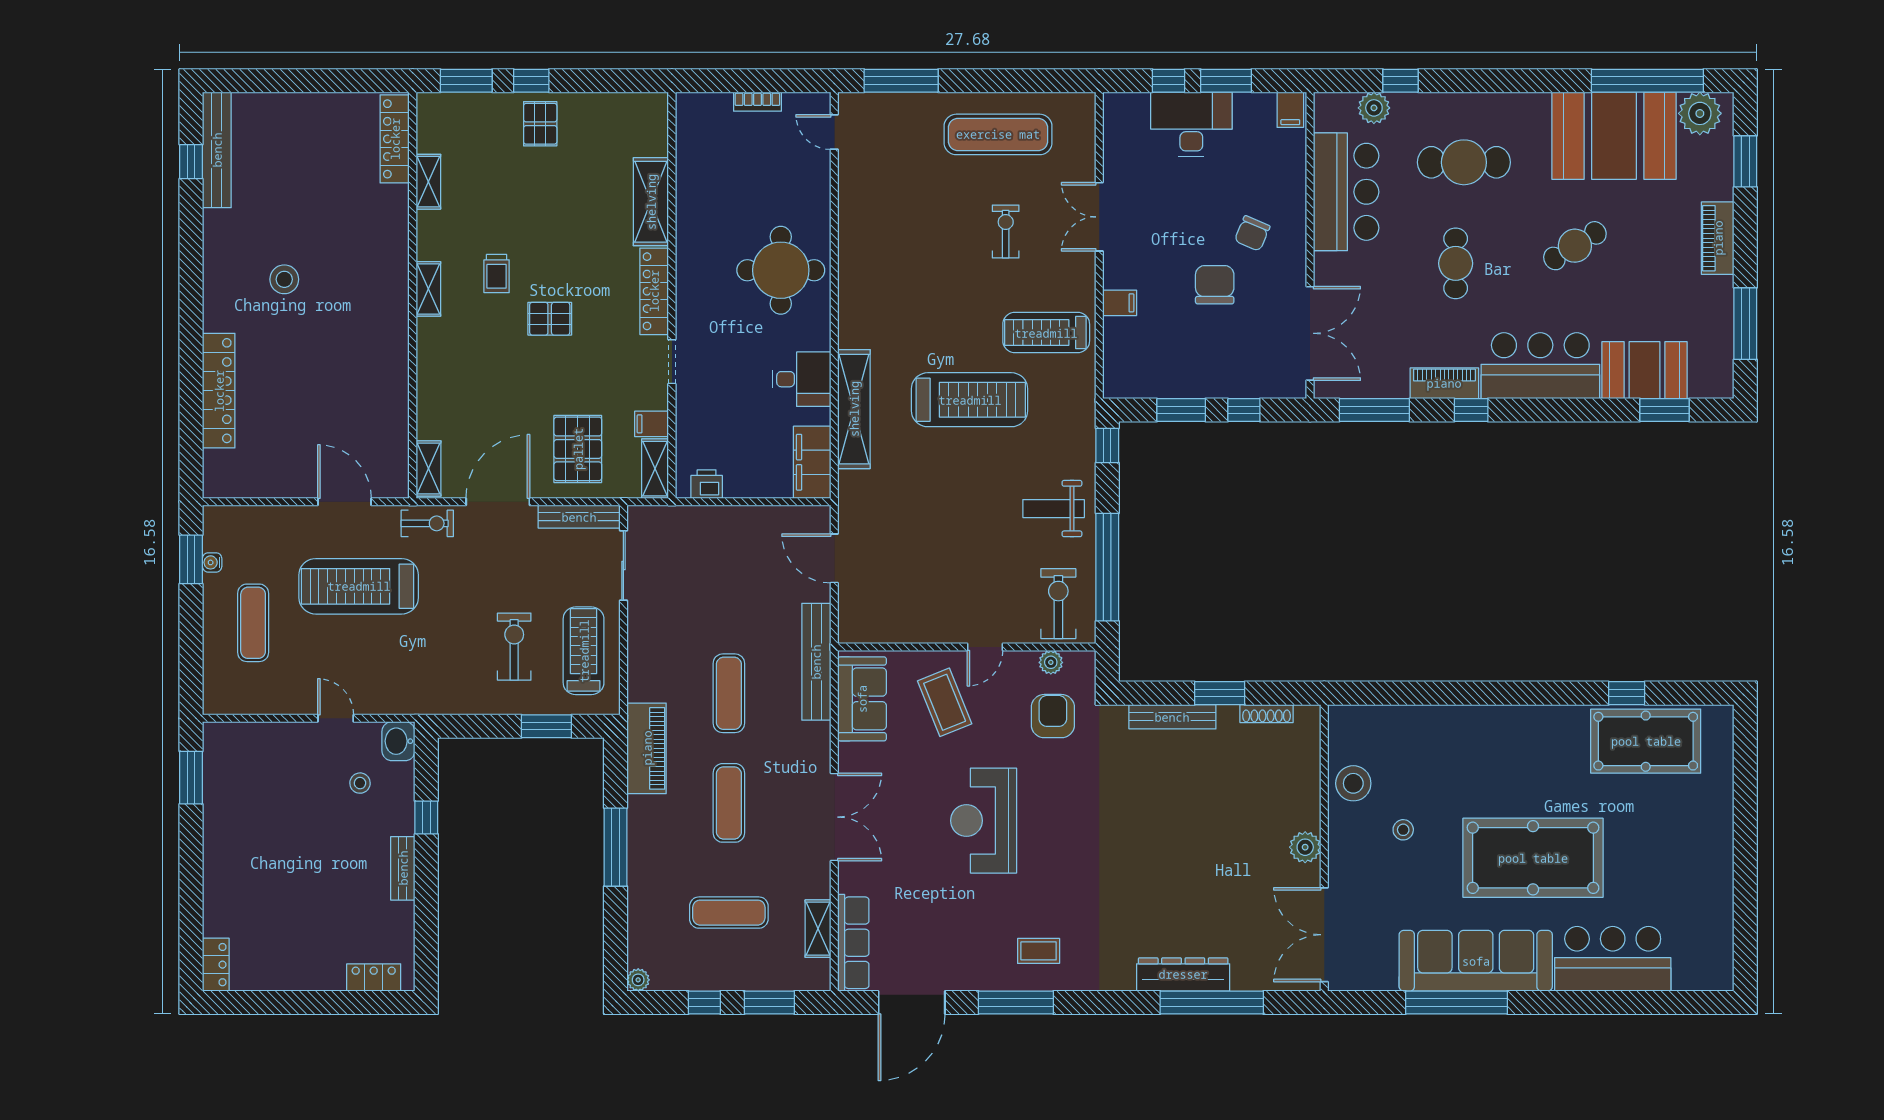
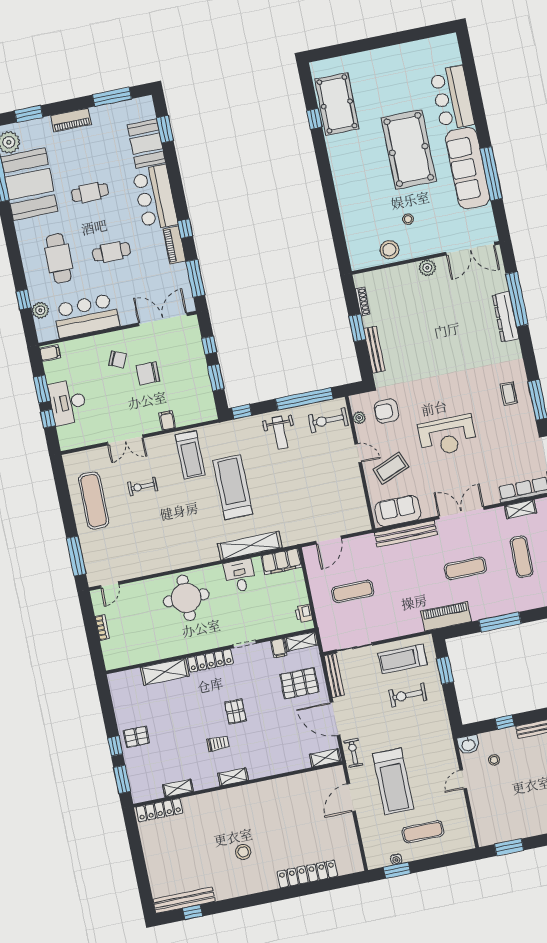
cafe table: (1575, 246) -> (90, 193), turned -58
bench: (816, 662) -> (406, 534), moved
exercise mat: (729, 693) -> (353, 591), moved

